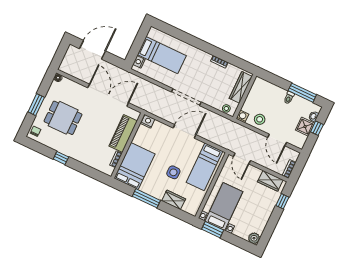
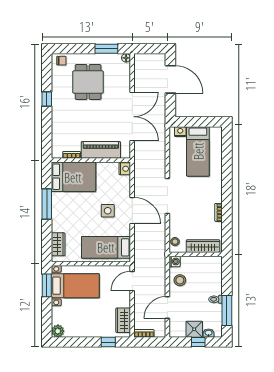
window: (36, 105) -> (106, 49), moved
side table: (173, 172) -> (108, 211), moved
wardrobe: (174, 200) -> (58, 244), moved

